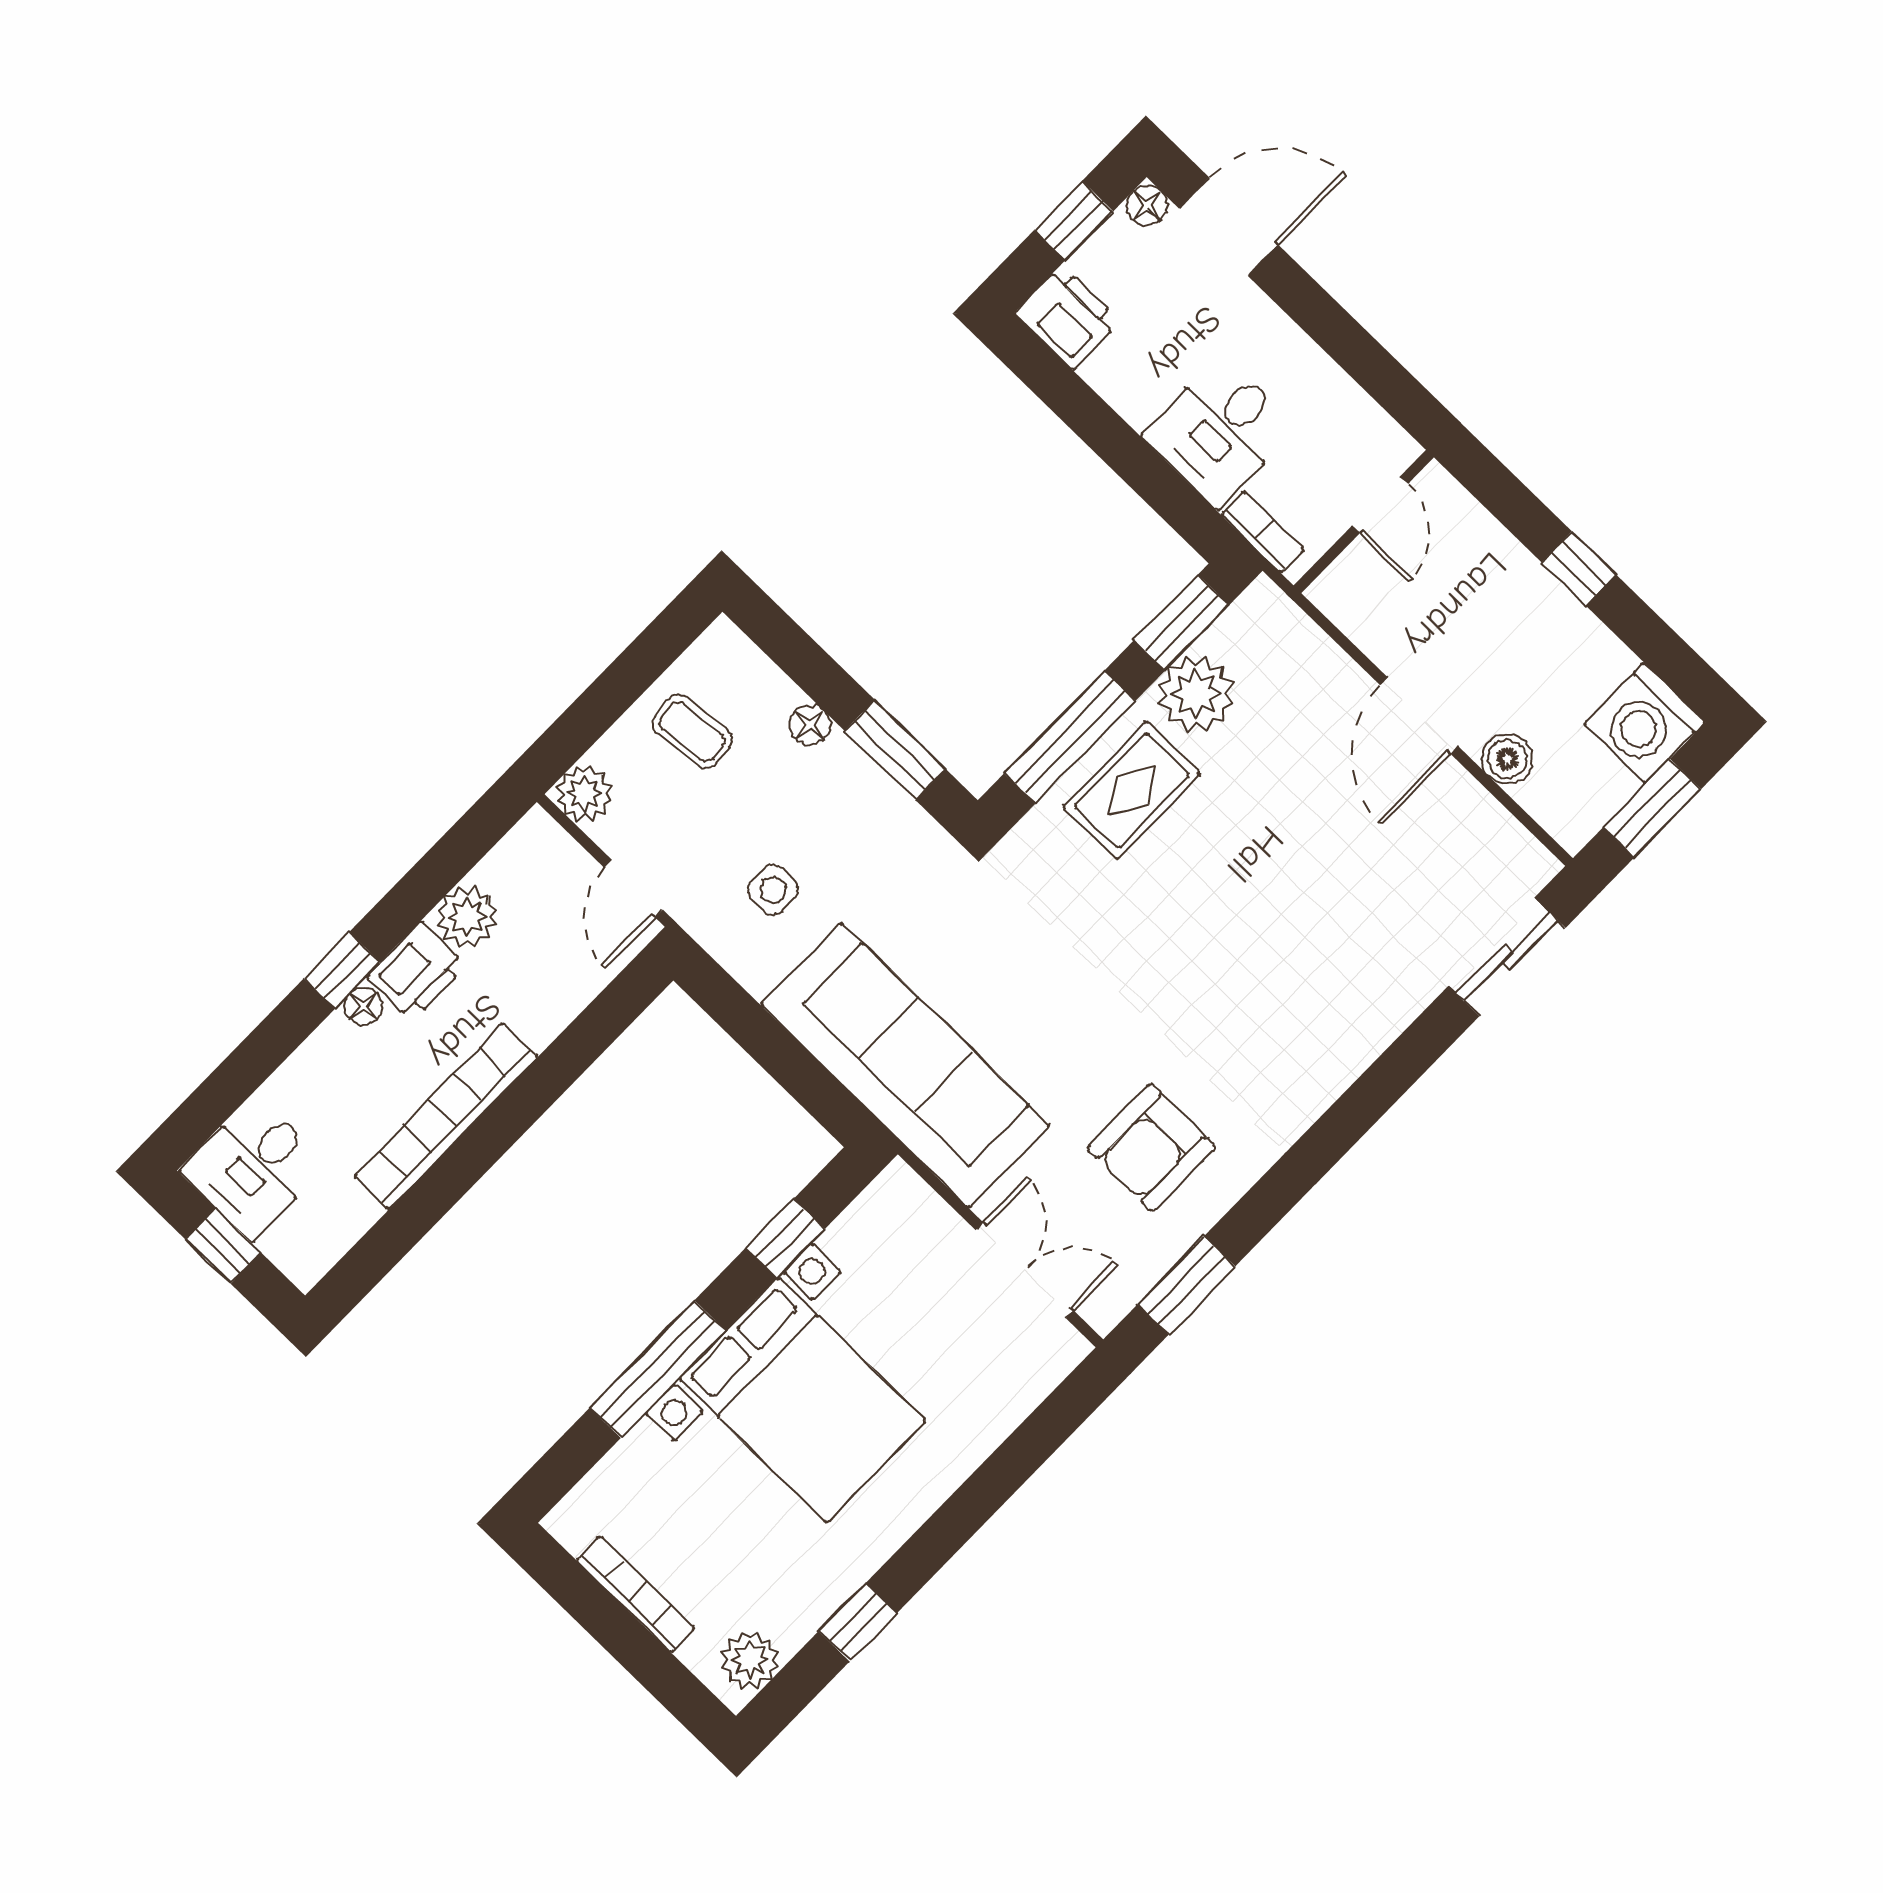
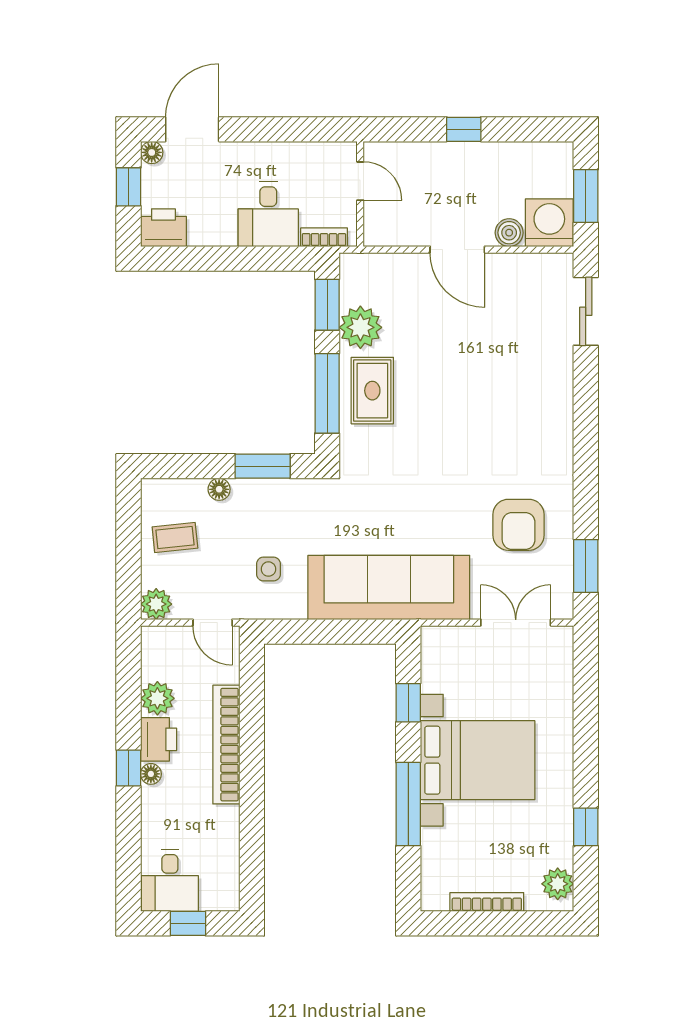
washing machine: (1645, 723) -> (549, 223), moved, turned 180
bookcase: (446, 1116) -> (226, 745), moved

